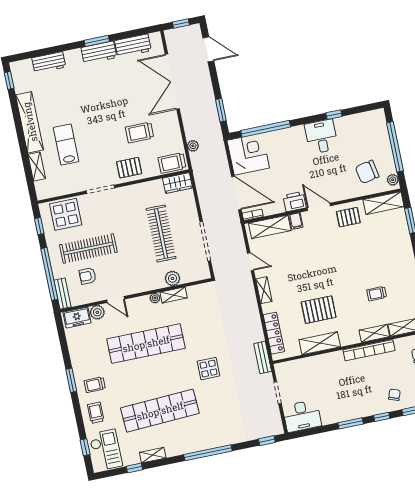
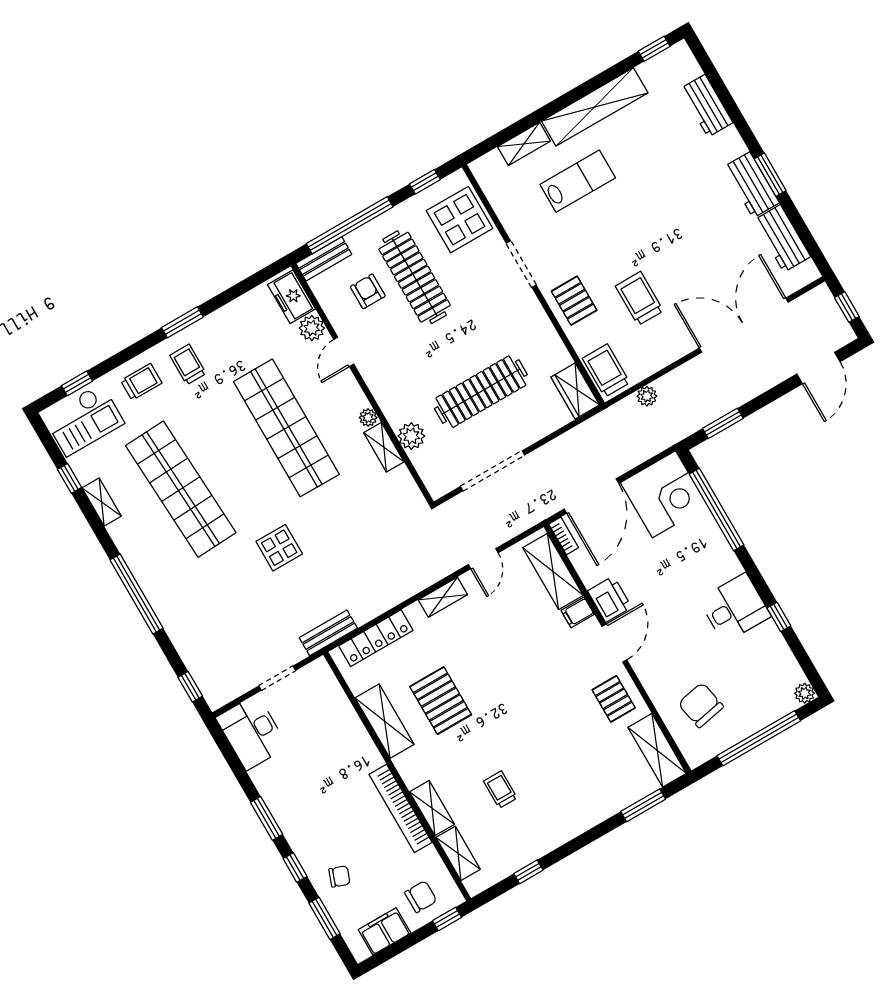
plant: (393, 180) -> (805, 693), moved

